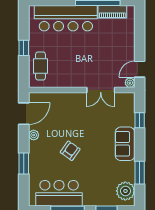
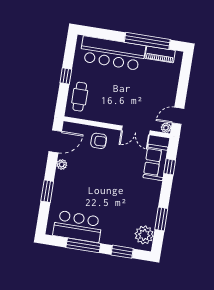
sofa: (125, 144) -> (155, 162), moved
armchair: (70, 151) -> (99, 141), moved, turned 55

